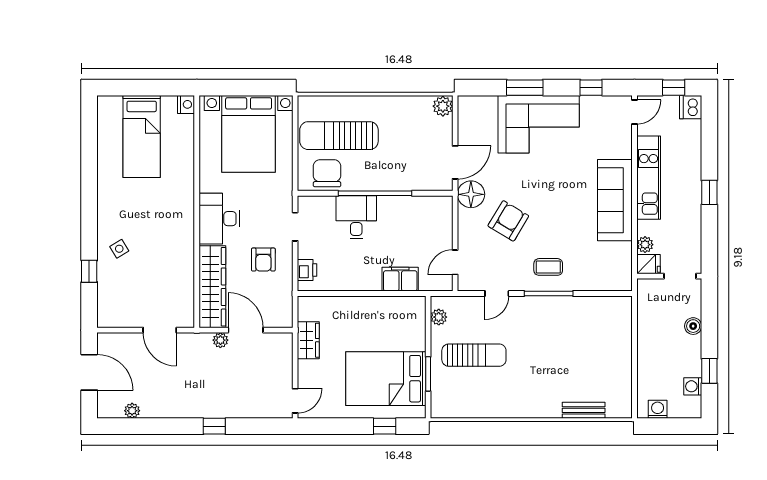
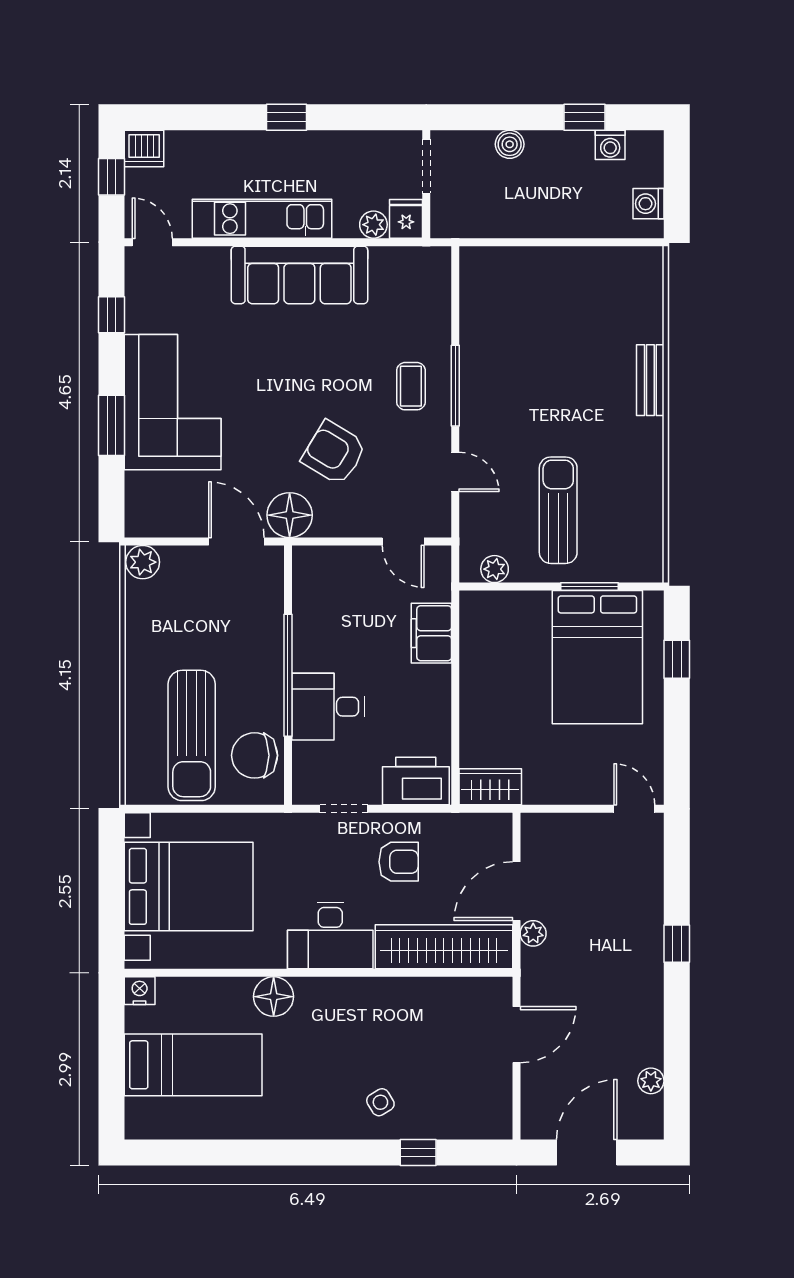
floor lamp: (183, 185) -> (274, 997), added
printer: (307, 270) -> (416, 781), width x1.87, depth x1.48
wardrobe: (308, 340) -> (490, 787), moved
bench: (584, 410) -> (650, 380), moved

